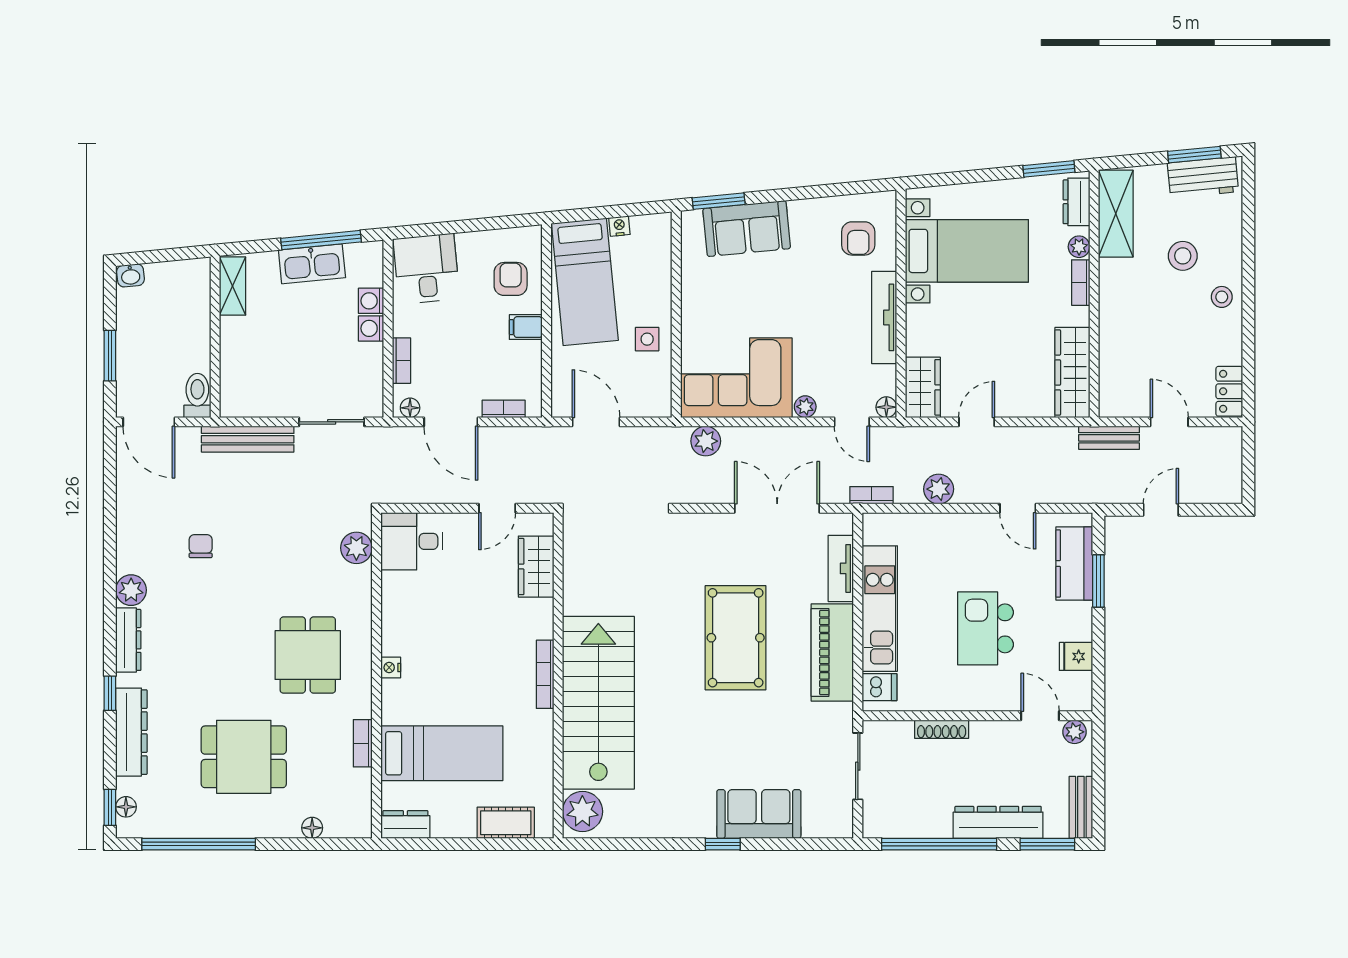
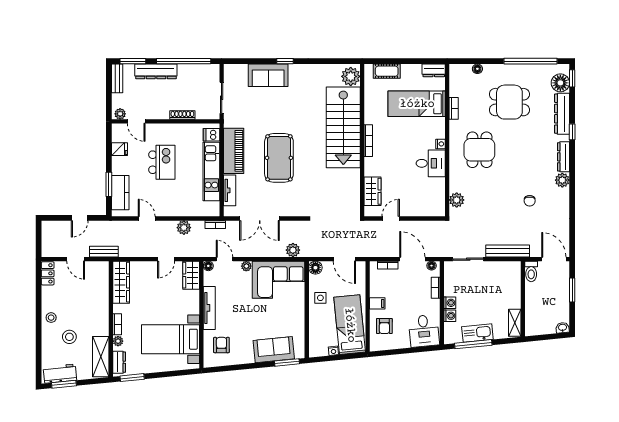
floor lamp: (658, 403) -> (315, 268), added
desk: (412, 541) -> (431, 163), moved
floor lamp: (126, 807) -> (560, 83), width x1.89, depth x1.89

